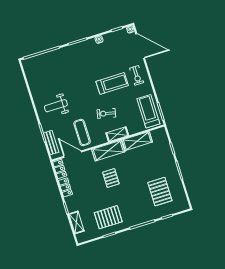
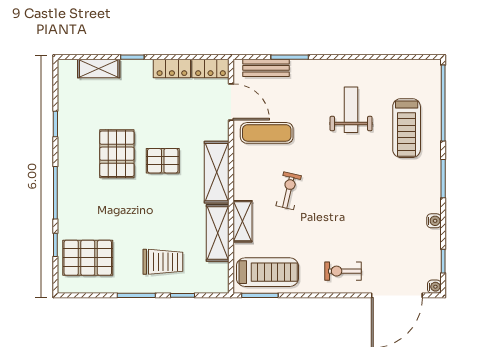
treadmill: (112, 83) -> (407, 128), moved
weight bench: (56, 106) -> (351, 110), moved
shelving: (117, 134) -> (242, 221), moved
door: (73, 154) -> (231, 102), hinge flipped
trolley: (159, 163) -> (163, 262), added
pallet: (160, 192) -> (88, 258), moved
pallet: (108, 217) -> (117, 154), moved

